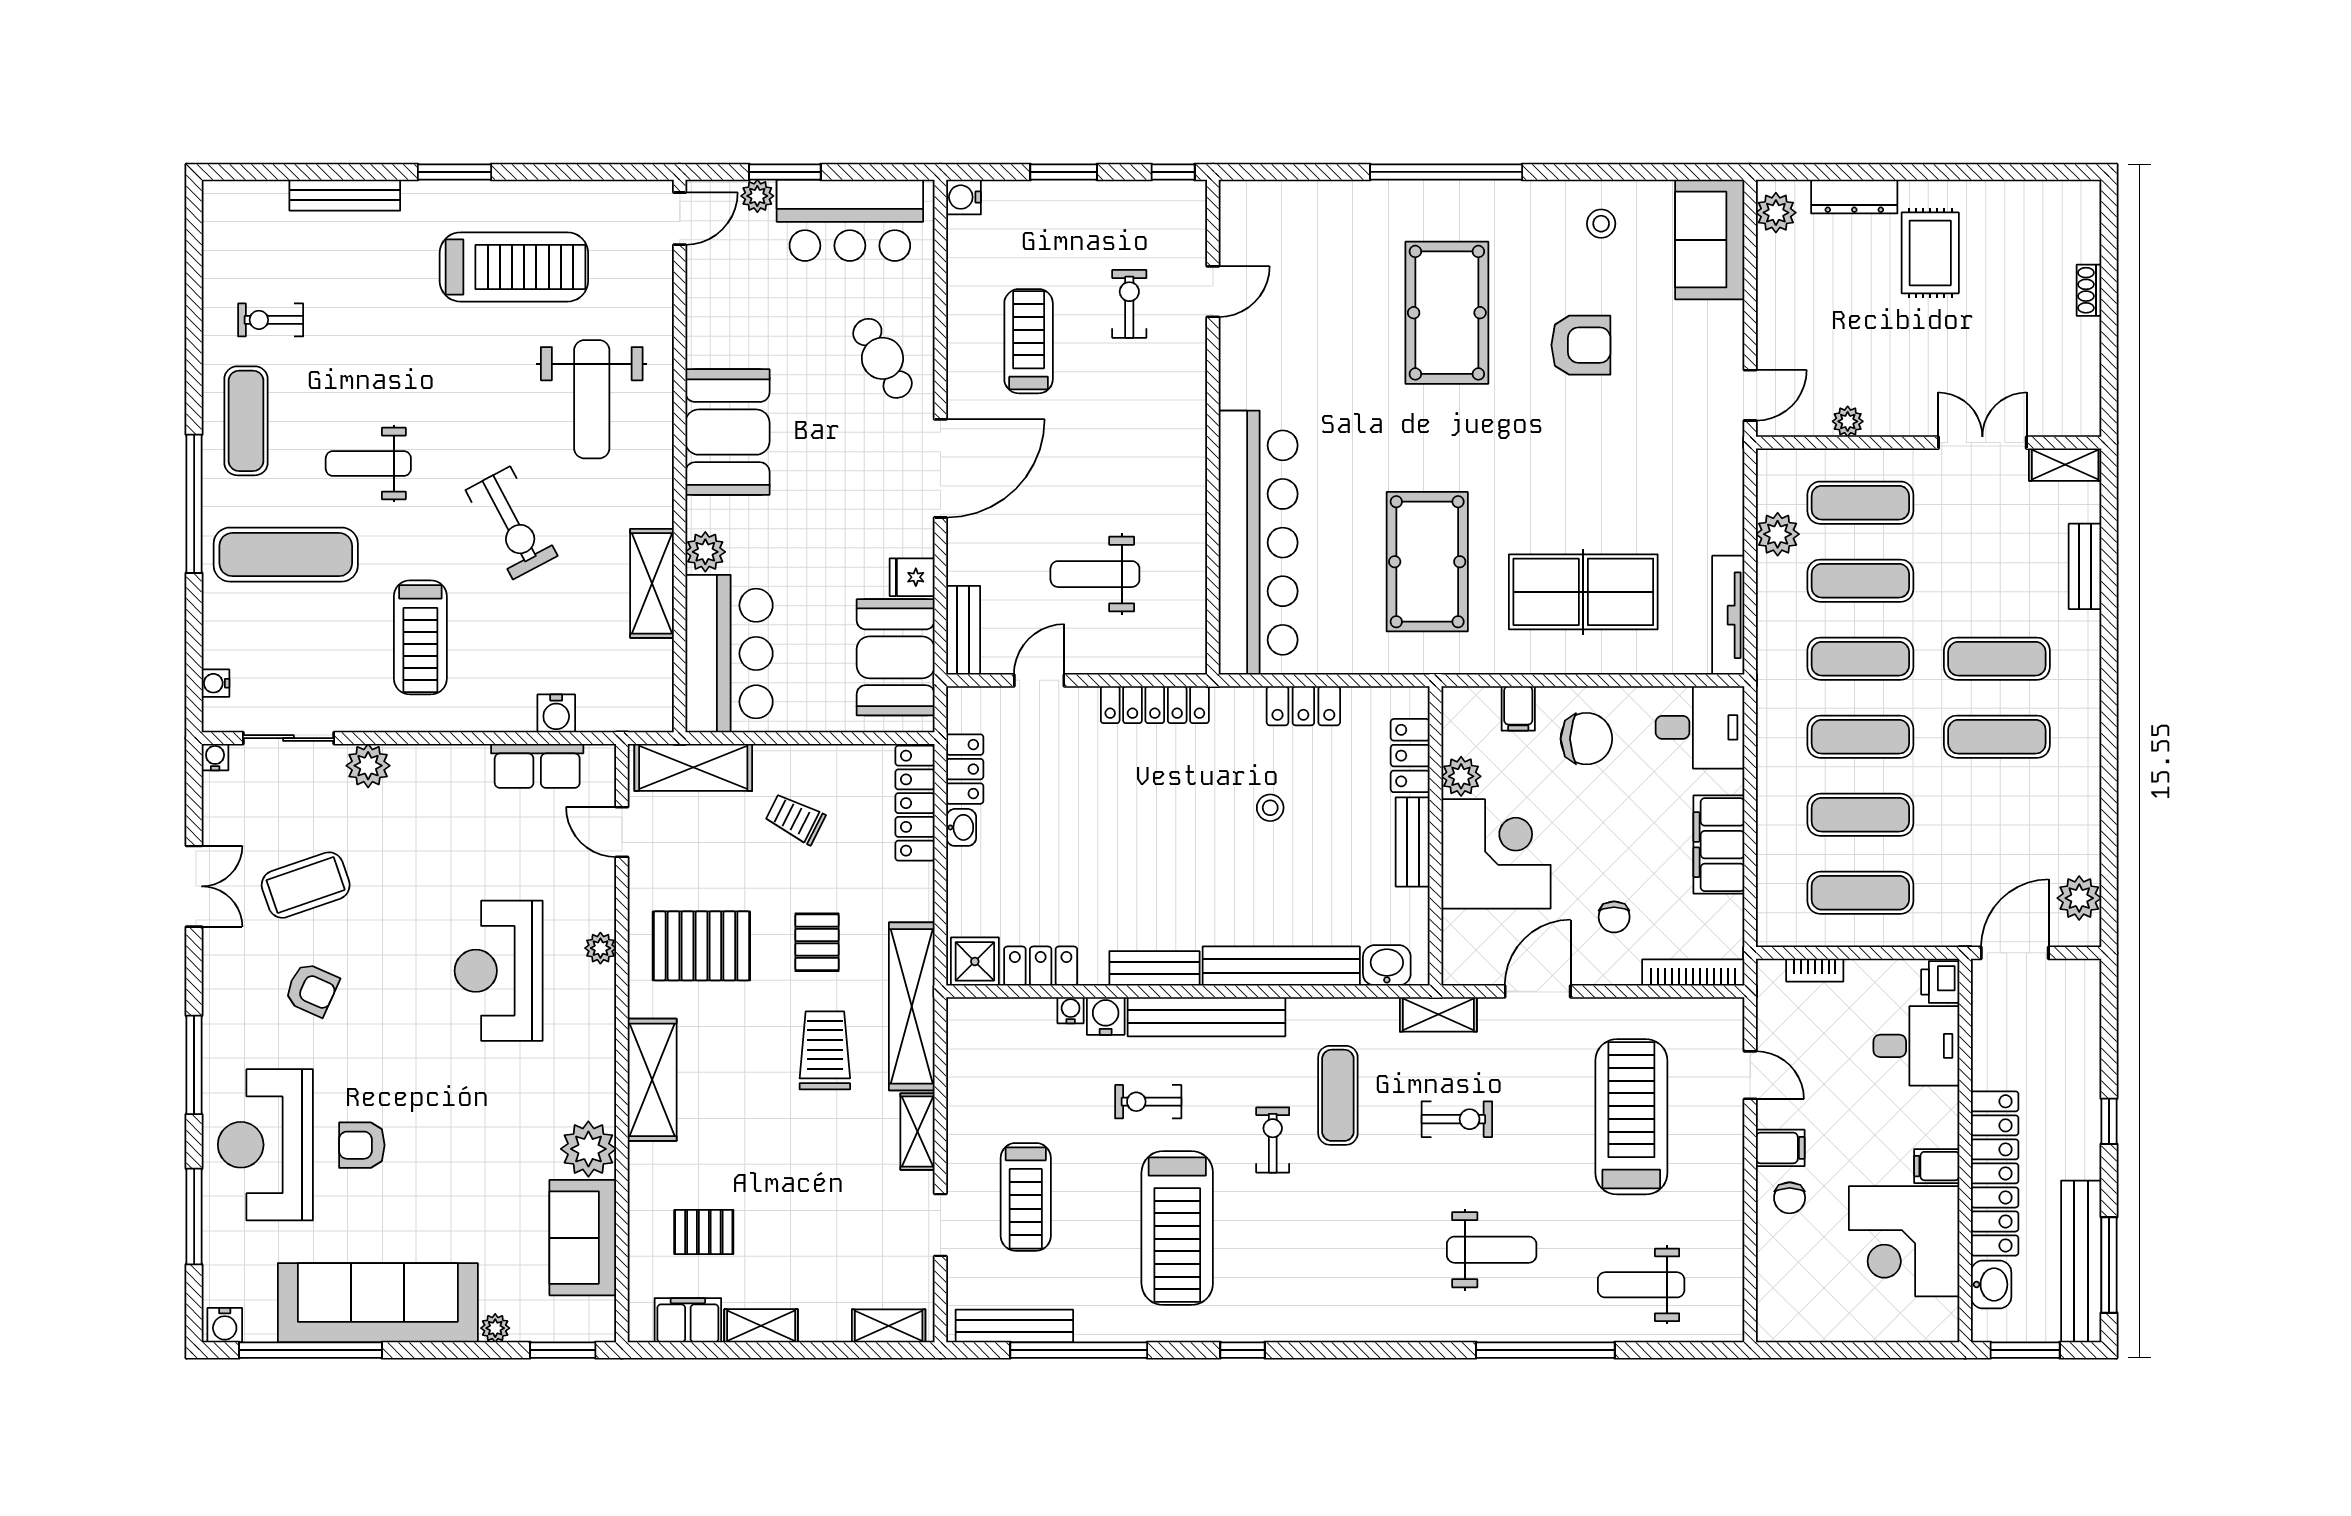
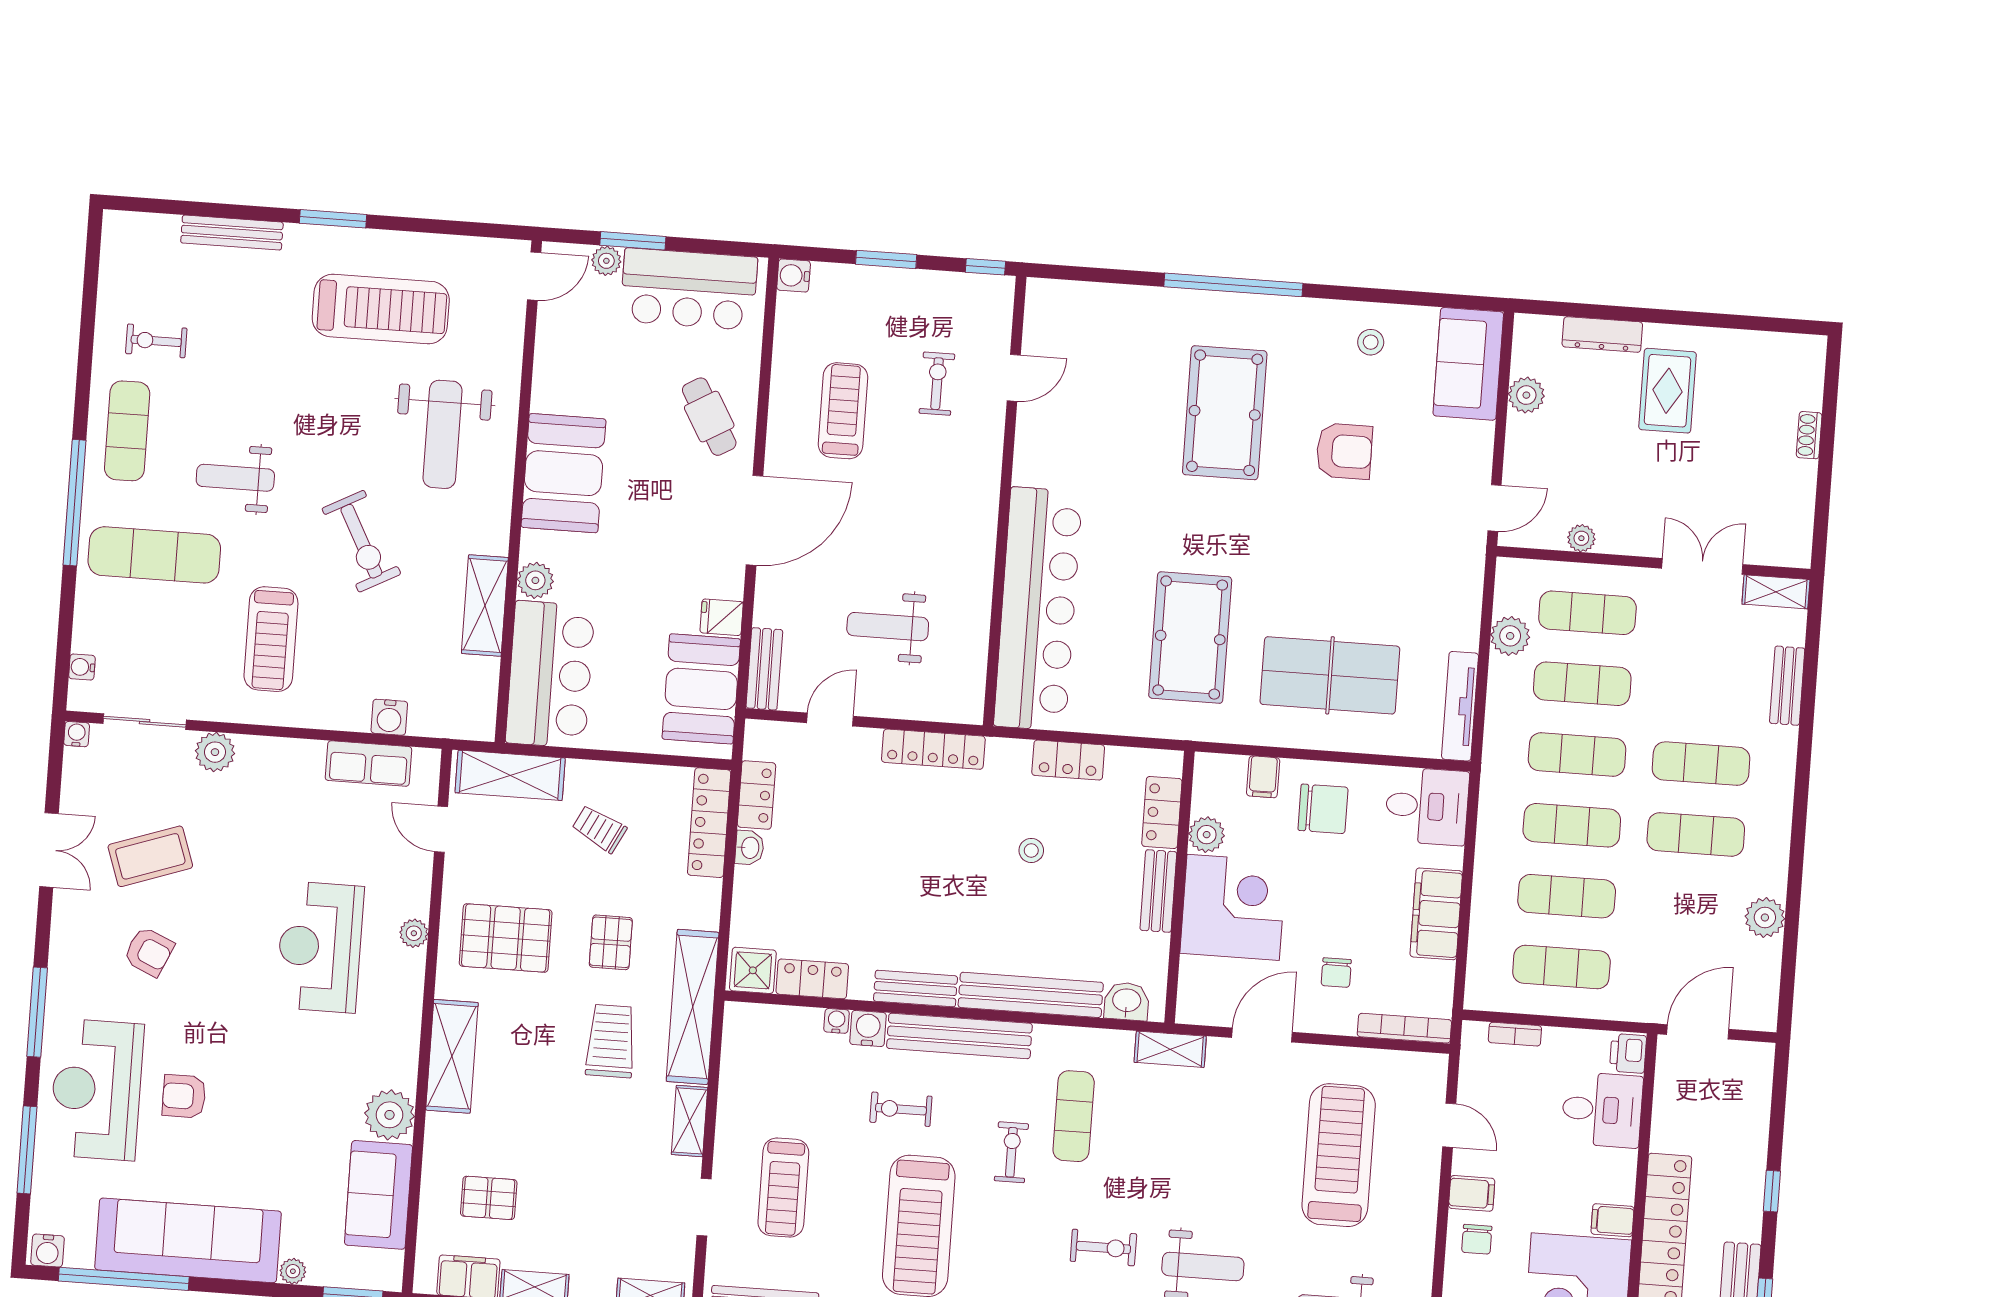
plant: (1776, 213) -> (1526, 395), moved
plant: (2079, 898) -> (1765, 918), moved
exercise bike: (1457, 1119) -> (1103, 1248), moved

